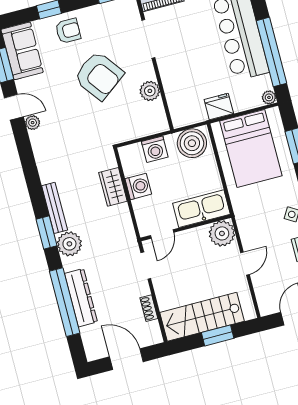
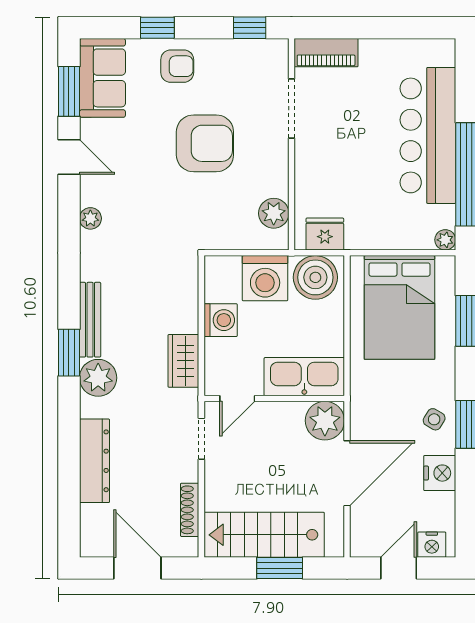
armchair: (99, 76) -> (205, 143), turned -53
plant: (150, 91) -> (274, 213), moved
fridge: (219, 107) -> (325, 234), moved
plant: (33, 123) -> (90, 218), moved
washing machine: (155, 149) -> (265, 278), width x1.37, depth x1.37
wardrobe: (113, 187) -> (183, 361), moved
door: (245, 264) -> (347, 473), width x1.88
window: (65, 302) -> (69, 461), removed
shoe rack: (149, 308) -> (190, 510), width x1.43

